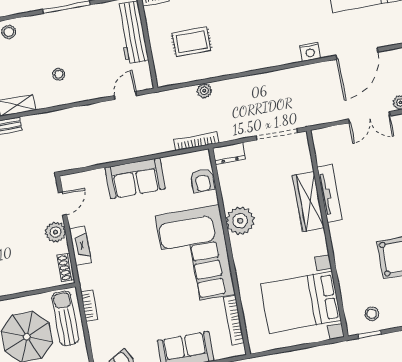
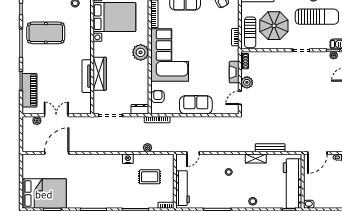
nightstand: (310, 52) -> (128, 159), moved
plant: (240, 221) -> (141, 52), moved

